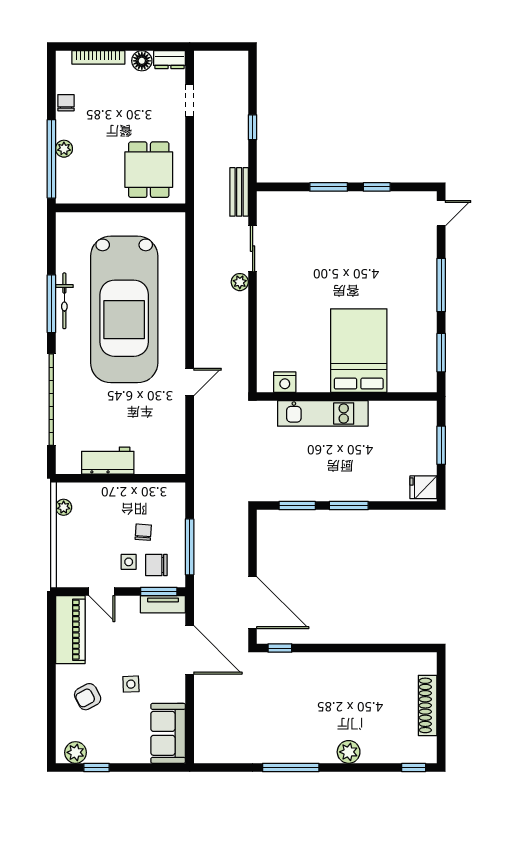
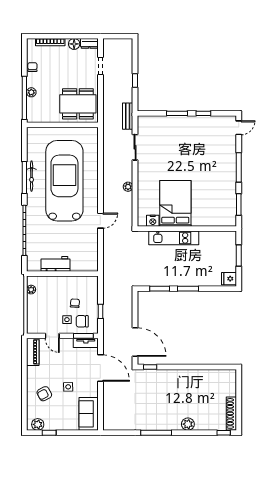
dining table: (149, 170) -> (78, 104), width x1.38
plant: (240, 282) -> (128, 187), moved
car: (124, 309) -> (64, 181), turned 180
bed: (359, 351) -> (175, 203), moved
window: (190, 547) -> (100, 311), width x0.46
piano: (70, 630) -> (33, 352), width x0.73, depth x0.75
shoe rack: (428, 705) -> (231, 413), moved

